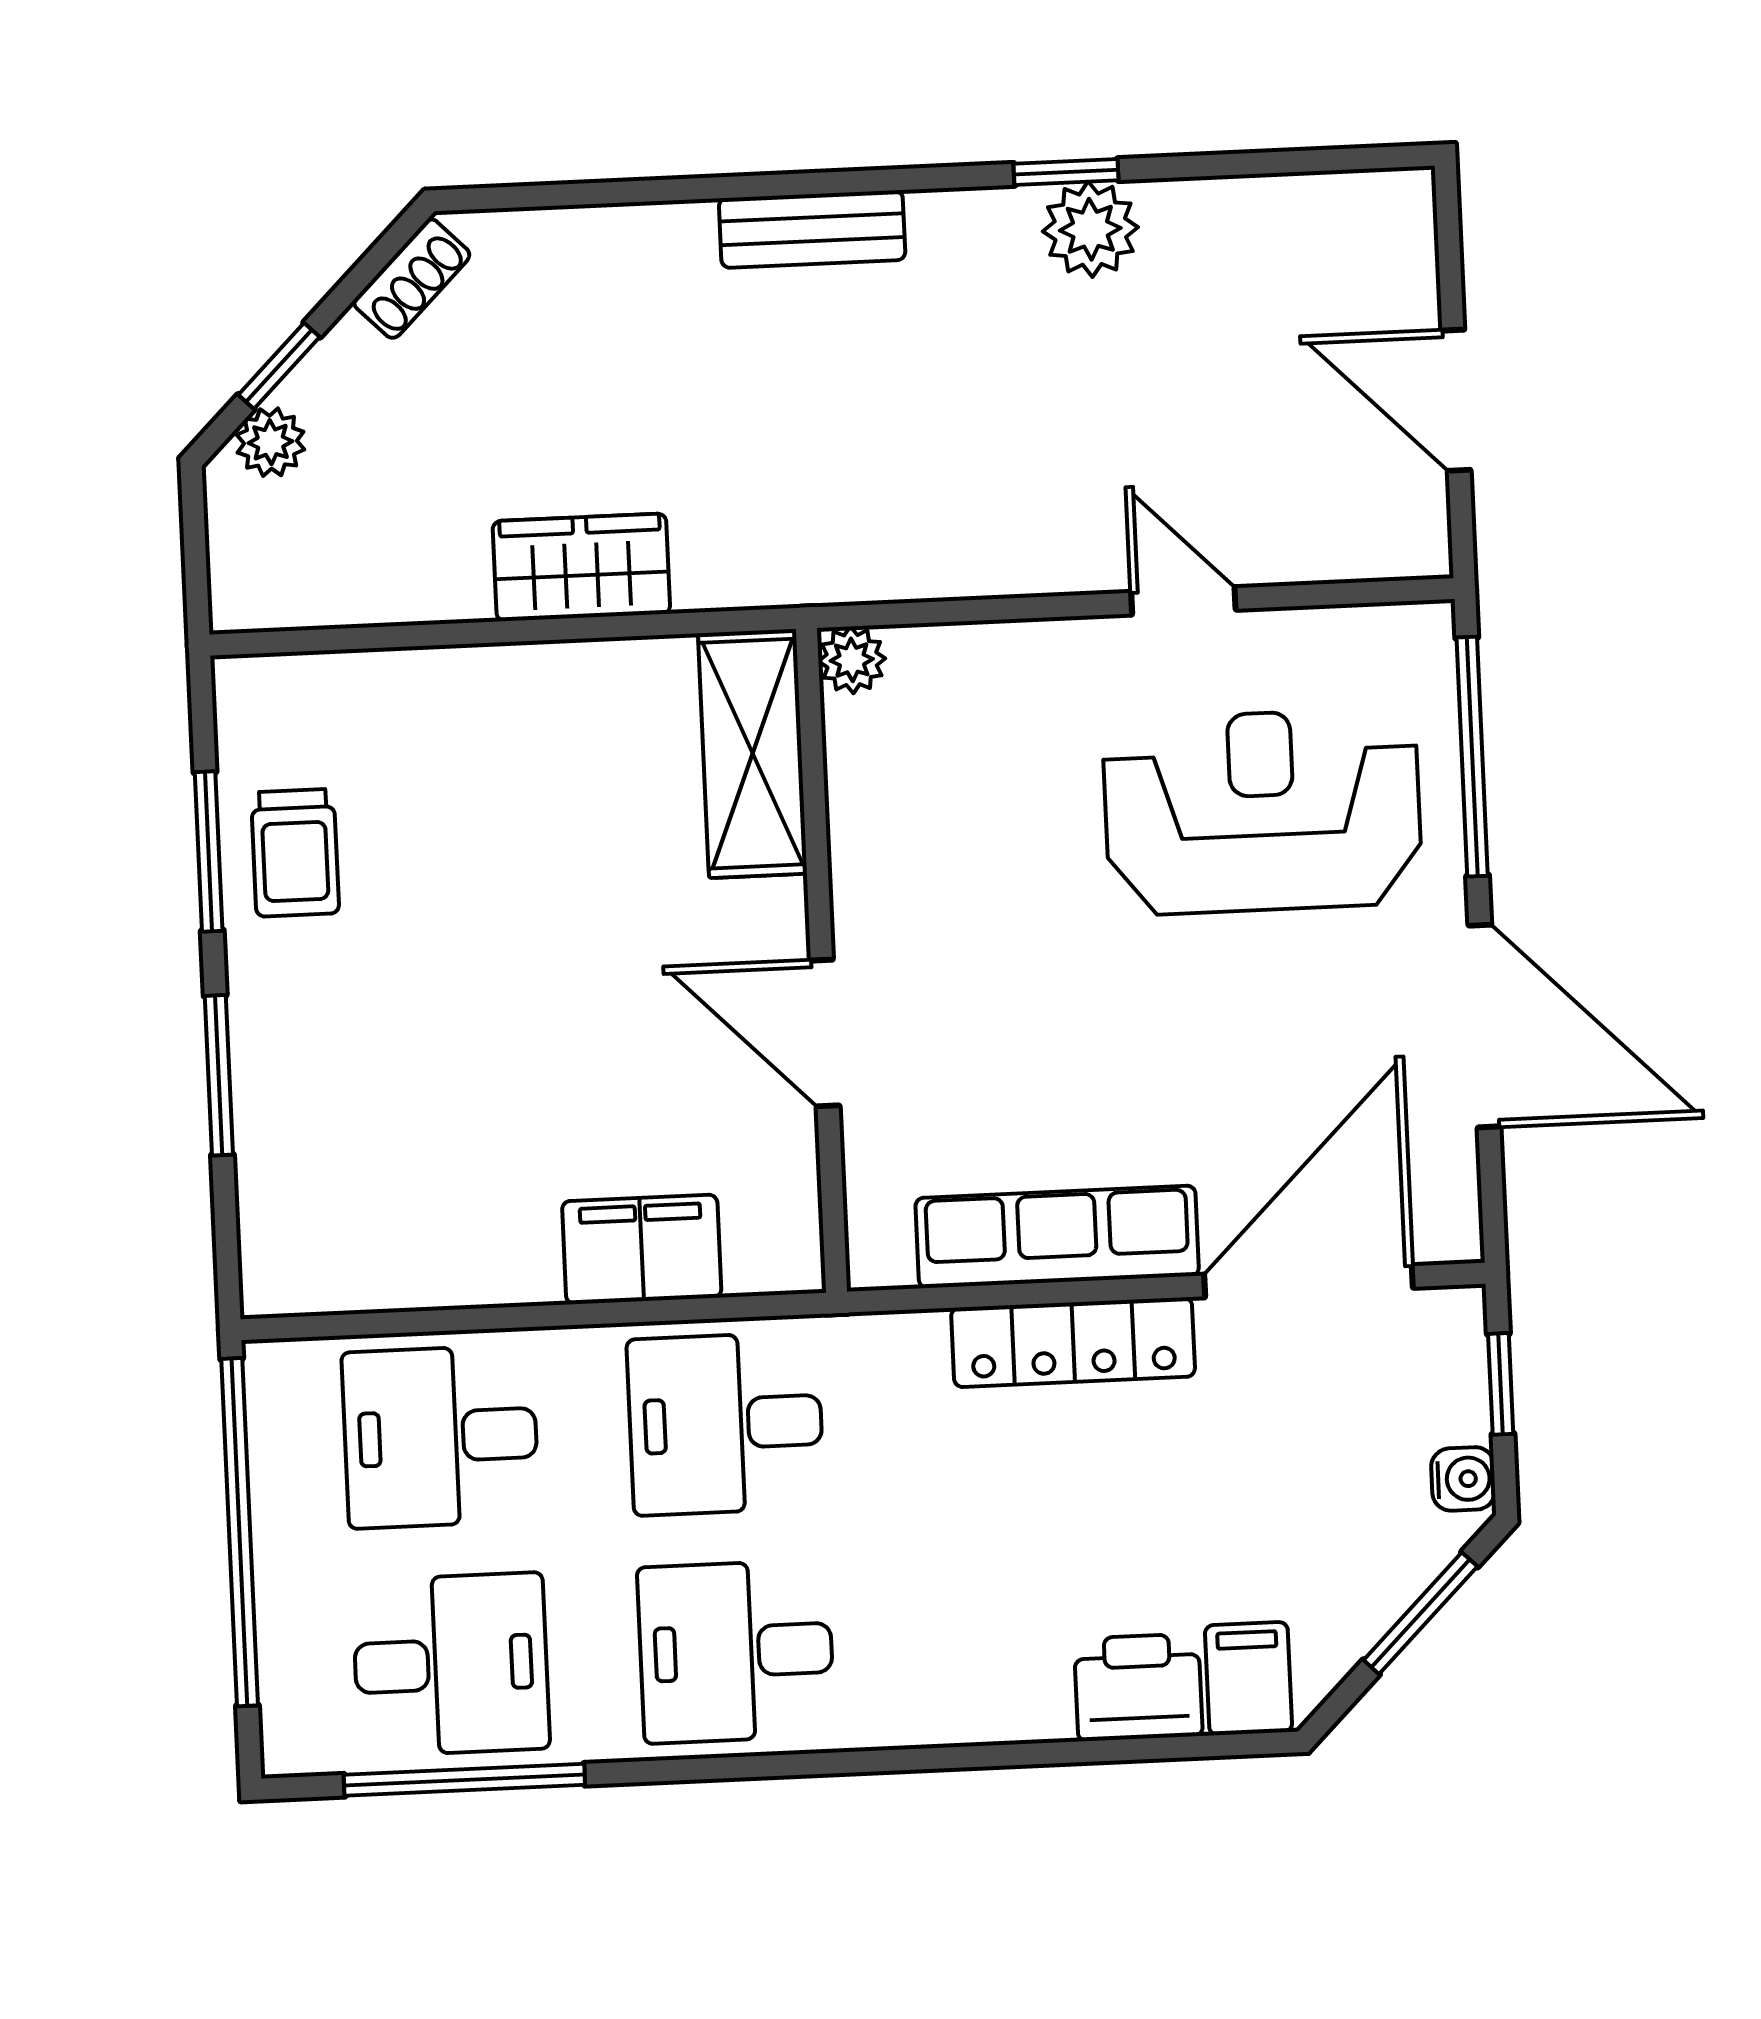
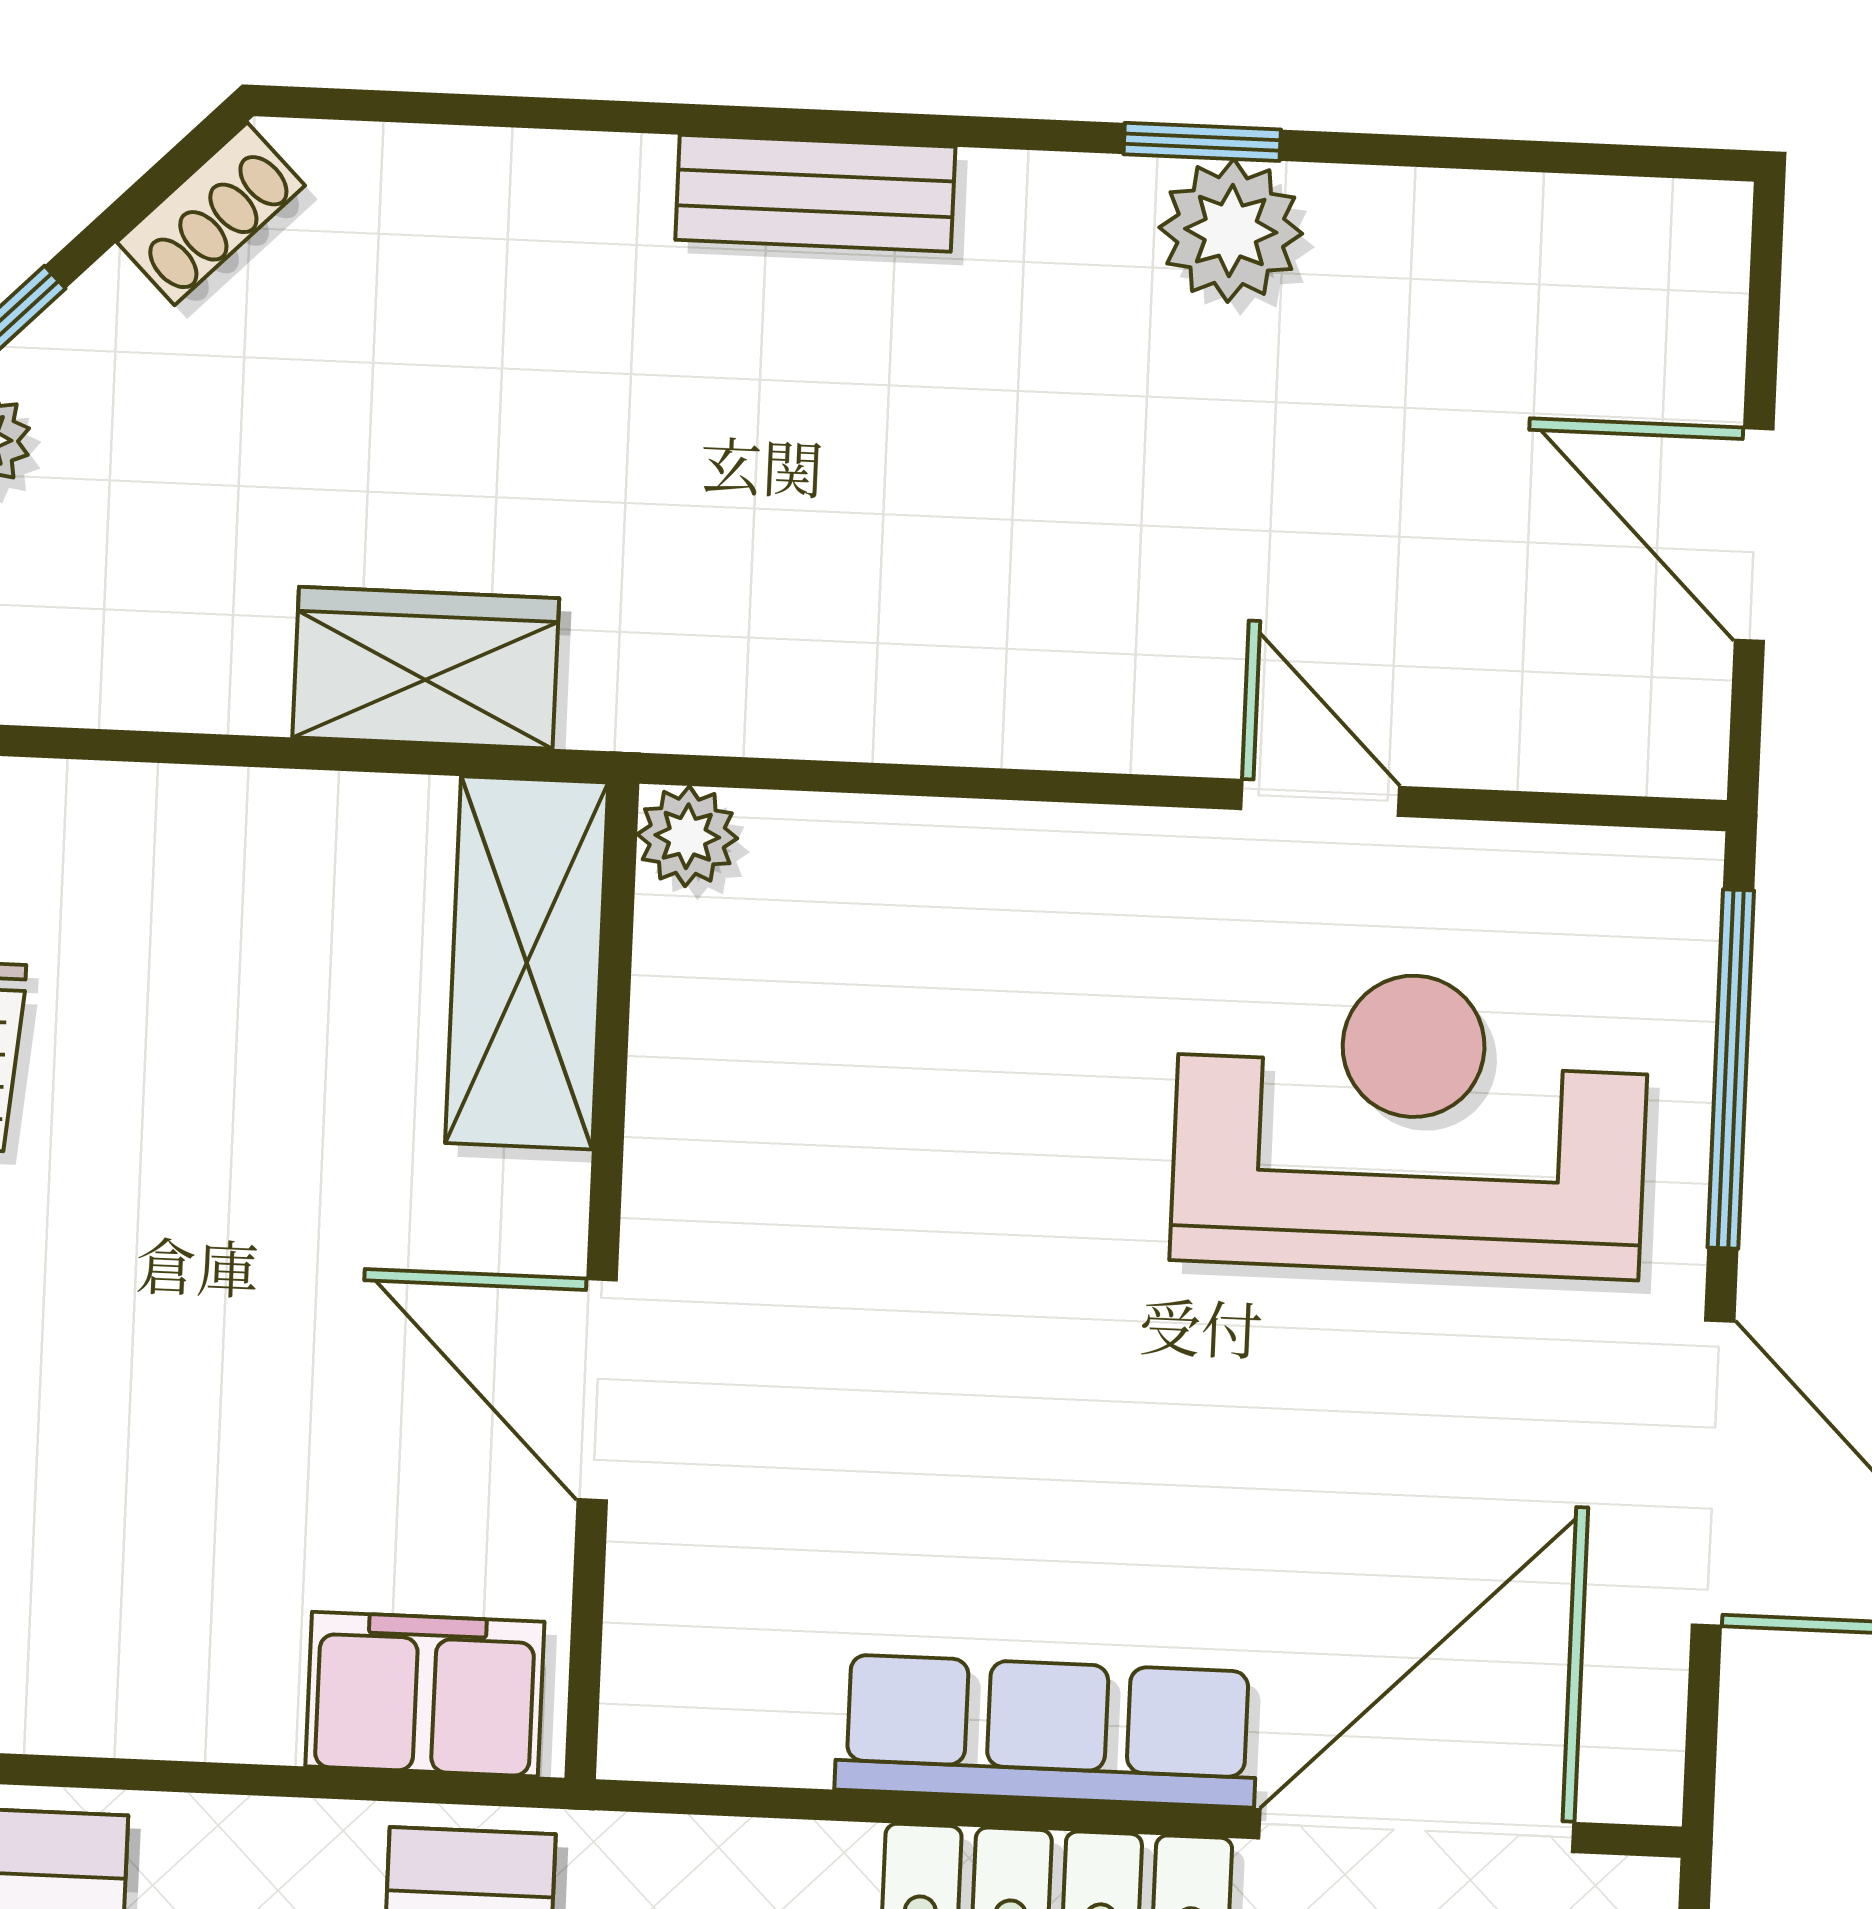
plant: (852, 660) -> (687, 836), moved
shelving: (753, 754) -> (527, 963), moved
wall: (821, 960) -> (602, 1281), moved
door: (825, 1033) -> (597, 1390), moved

